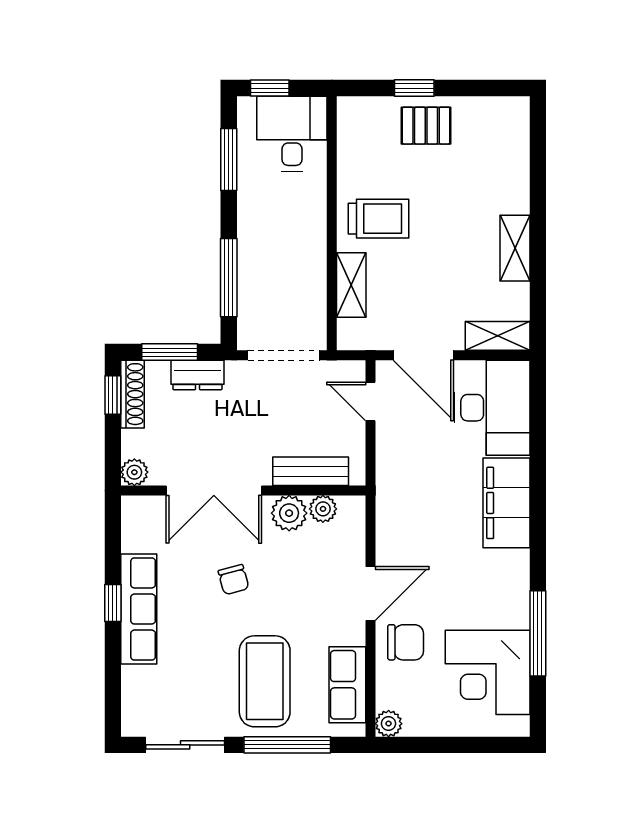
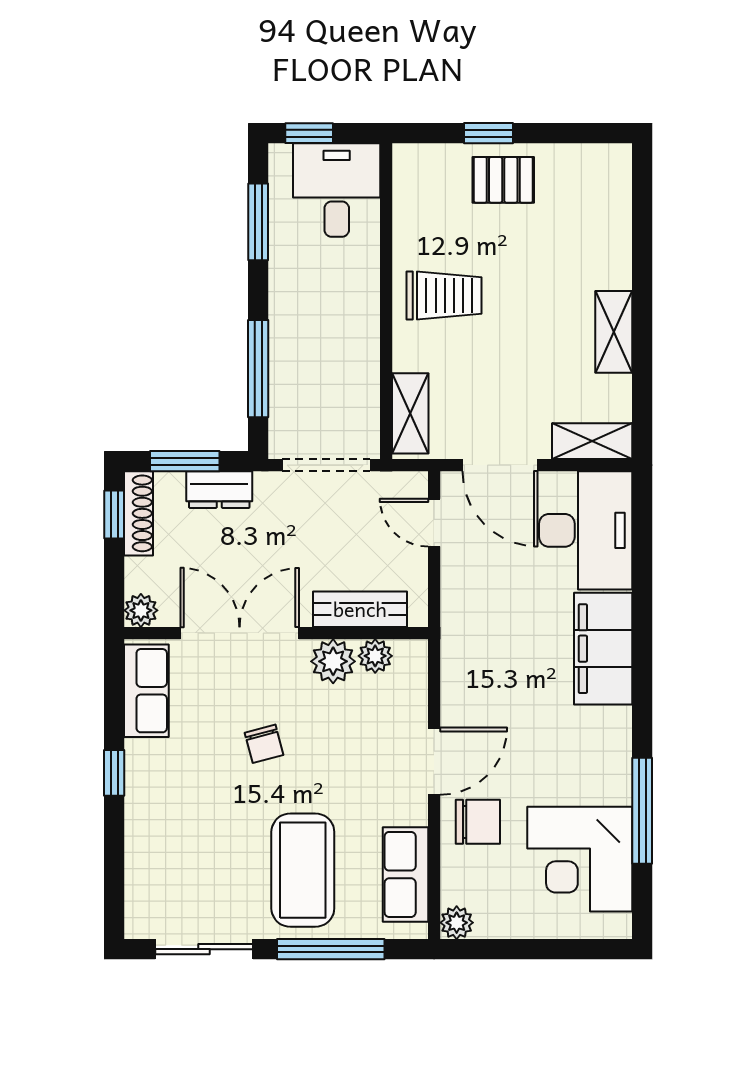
shelving: (351, 285) -> (410, 413), moved
double door: (214, 490) -> (240, 633), swing flipped
row of seats: (139, 609) -> (146, 691), moved, width x0.68

